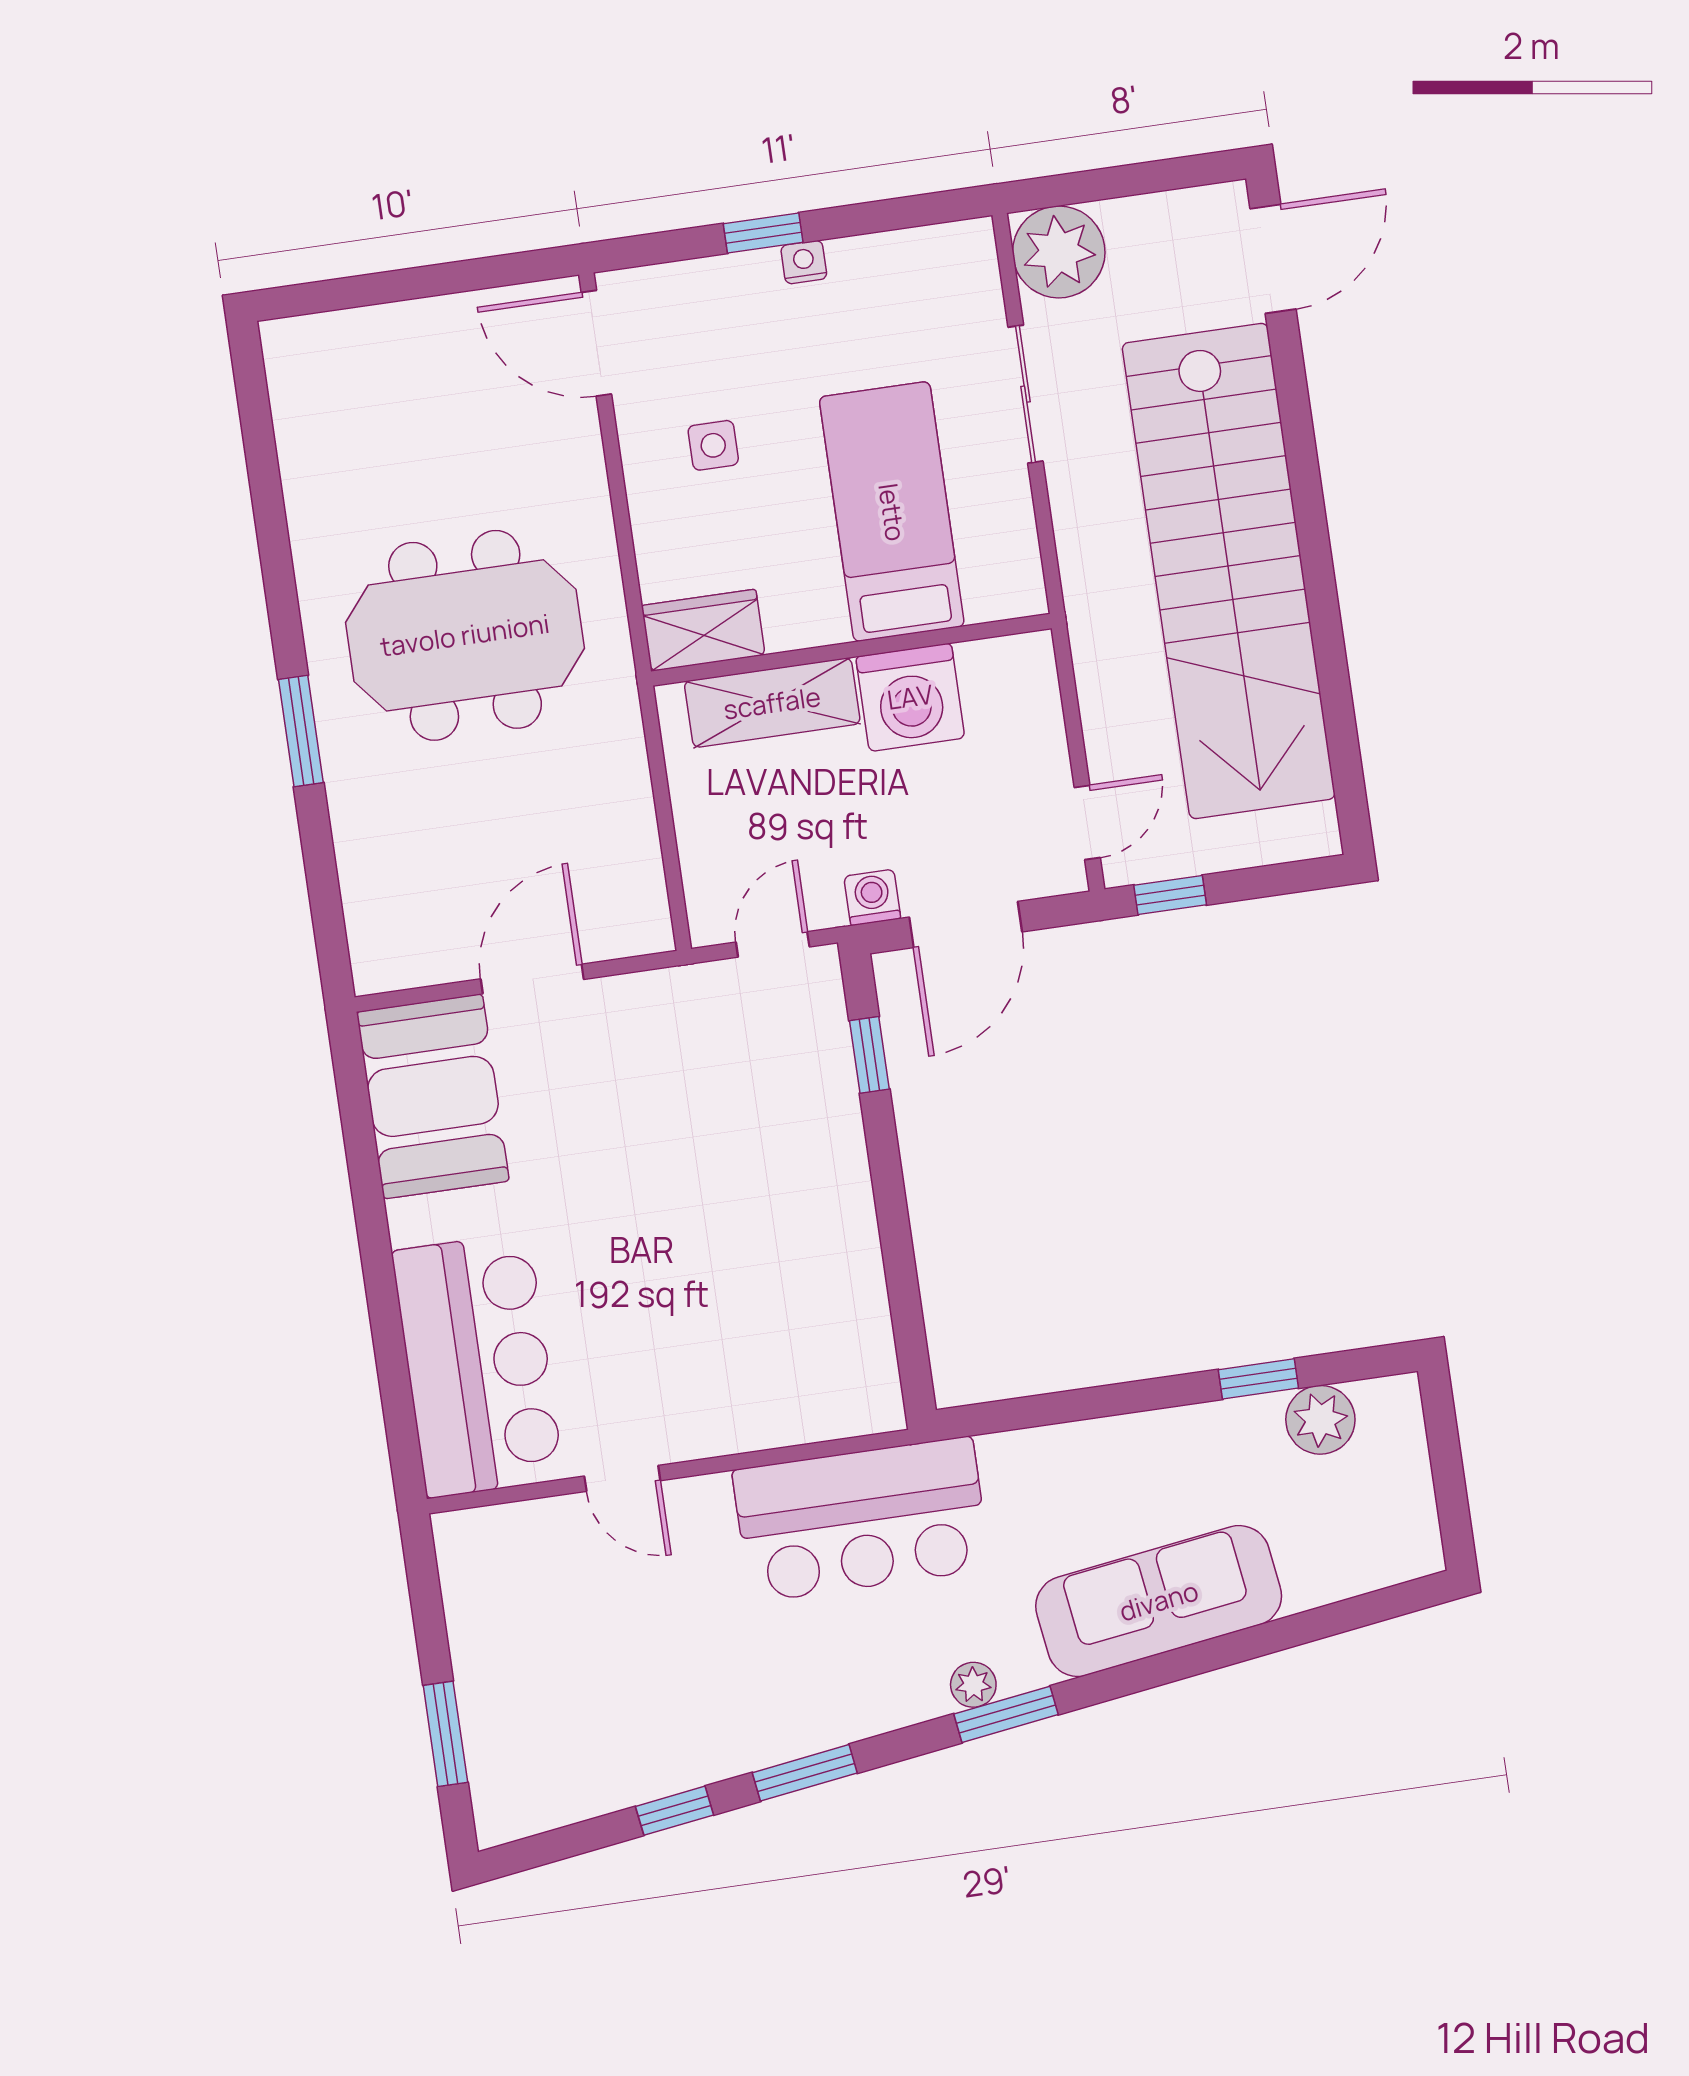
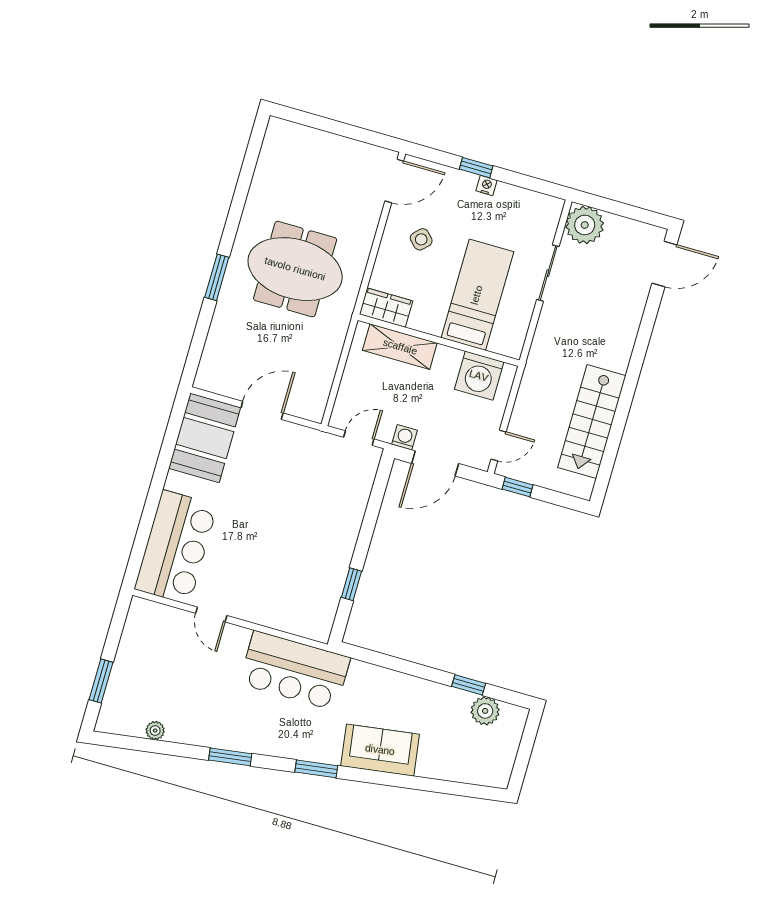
door: (596, 343) -> (394, 181), swing flipped
side table: (713, 445) -> (421, 239), turned 45
stairs: (1229, 571) -> (592, 422), width x0.54, depth x0.66
washing machine: (910, 697) -> (479, 376), moved
window: (869, 1055) -> (351, 584), moved
sofa: (1159, 1601) -> (380, 750), width x0.73
plant: (973, 1685) -> (155, 731), moved
window: (674, 1811) -> (175, 749), removed

